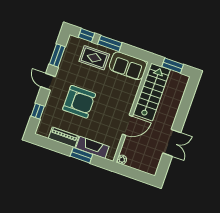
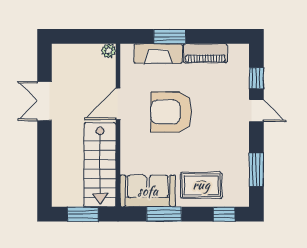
window: (110, 43) -> (164, 214), moved
door: (48, 82) -> (256, 111), moved
armchair: (79, 102) -> (171, 112), moved

